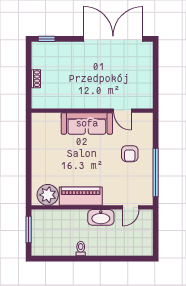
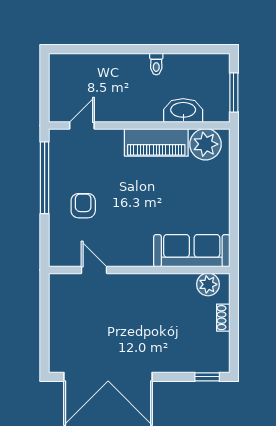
plant: (46, 101) -> (208, 284), added
sofa: (87, 123) -> (192, 251), moved
washbasin: (101, 217) -> (183, 111), moved

